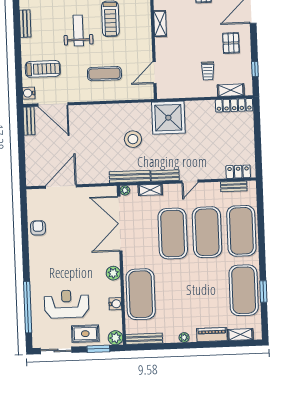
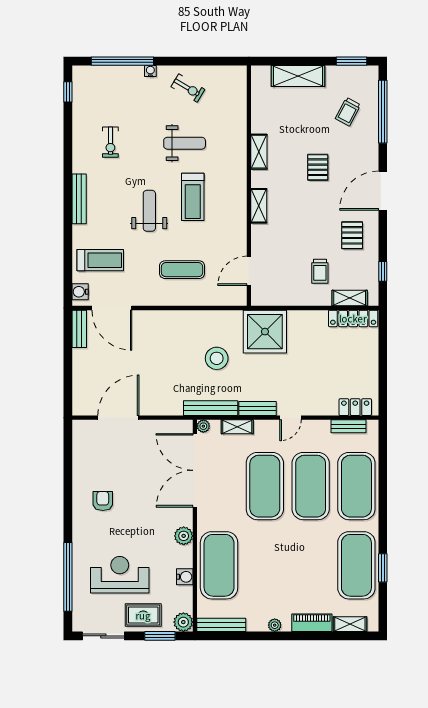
bench: (25, 24) -> (79, 199), width x1.36
armchair: (38, 228) -> (103, 501), moved

